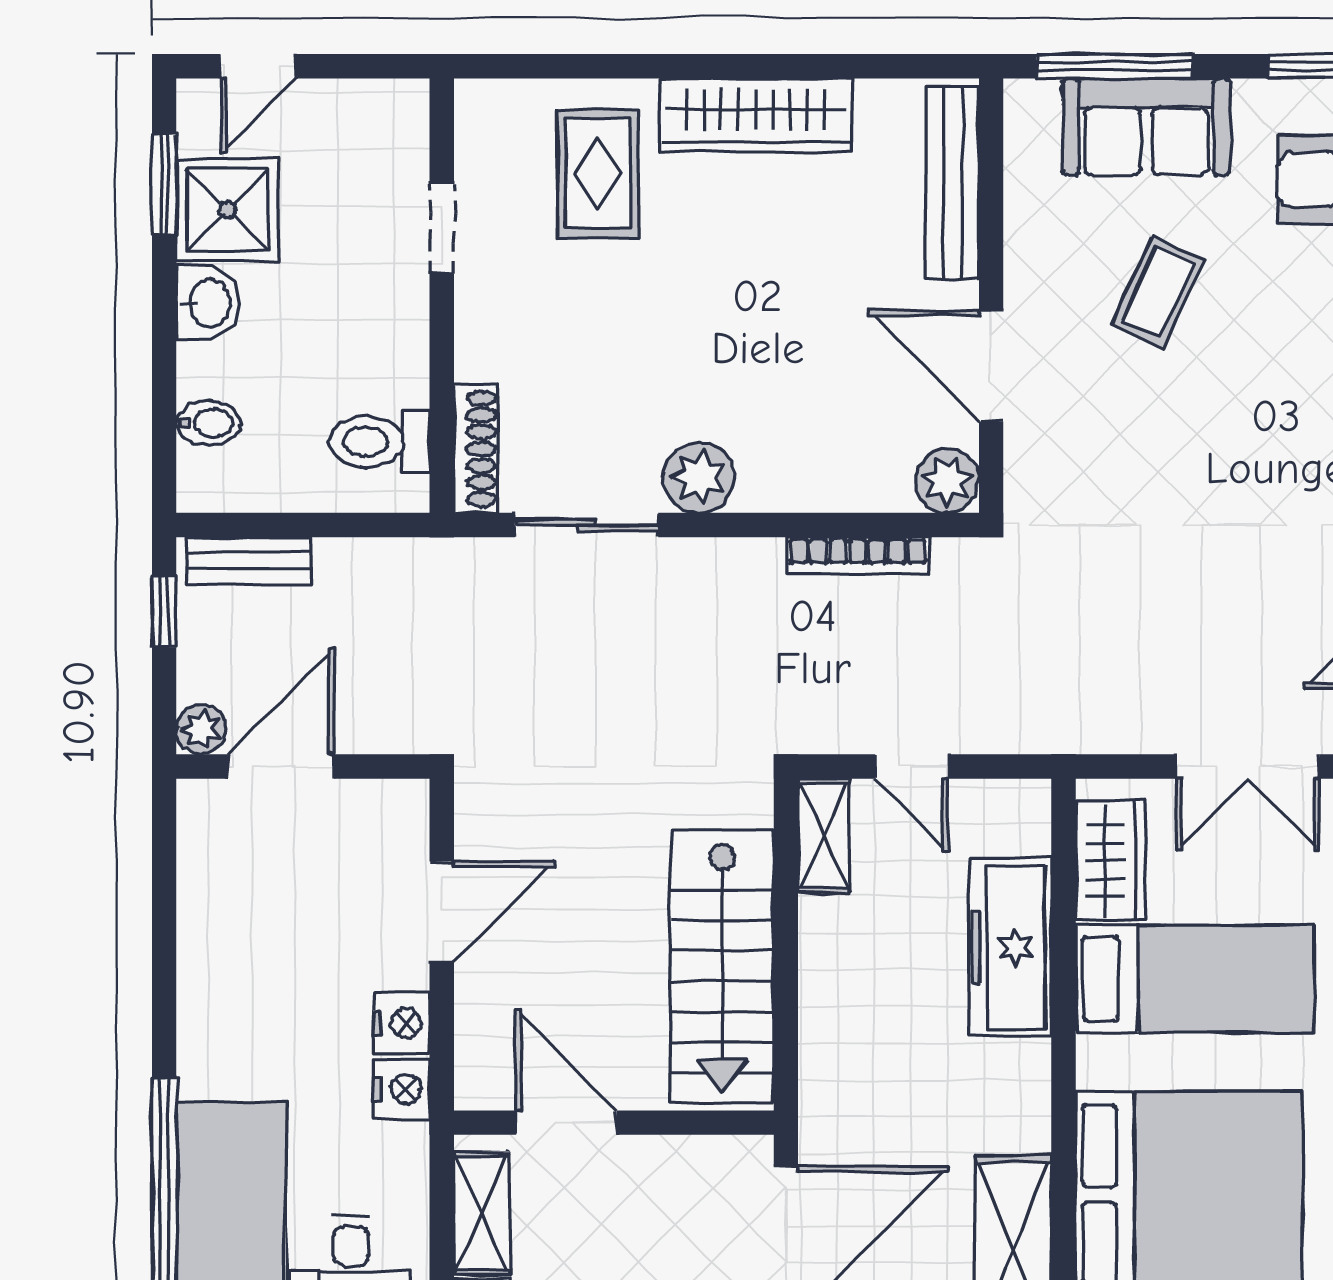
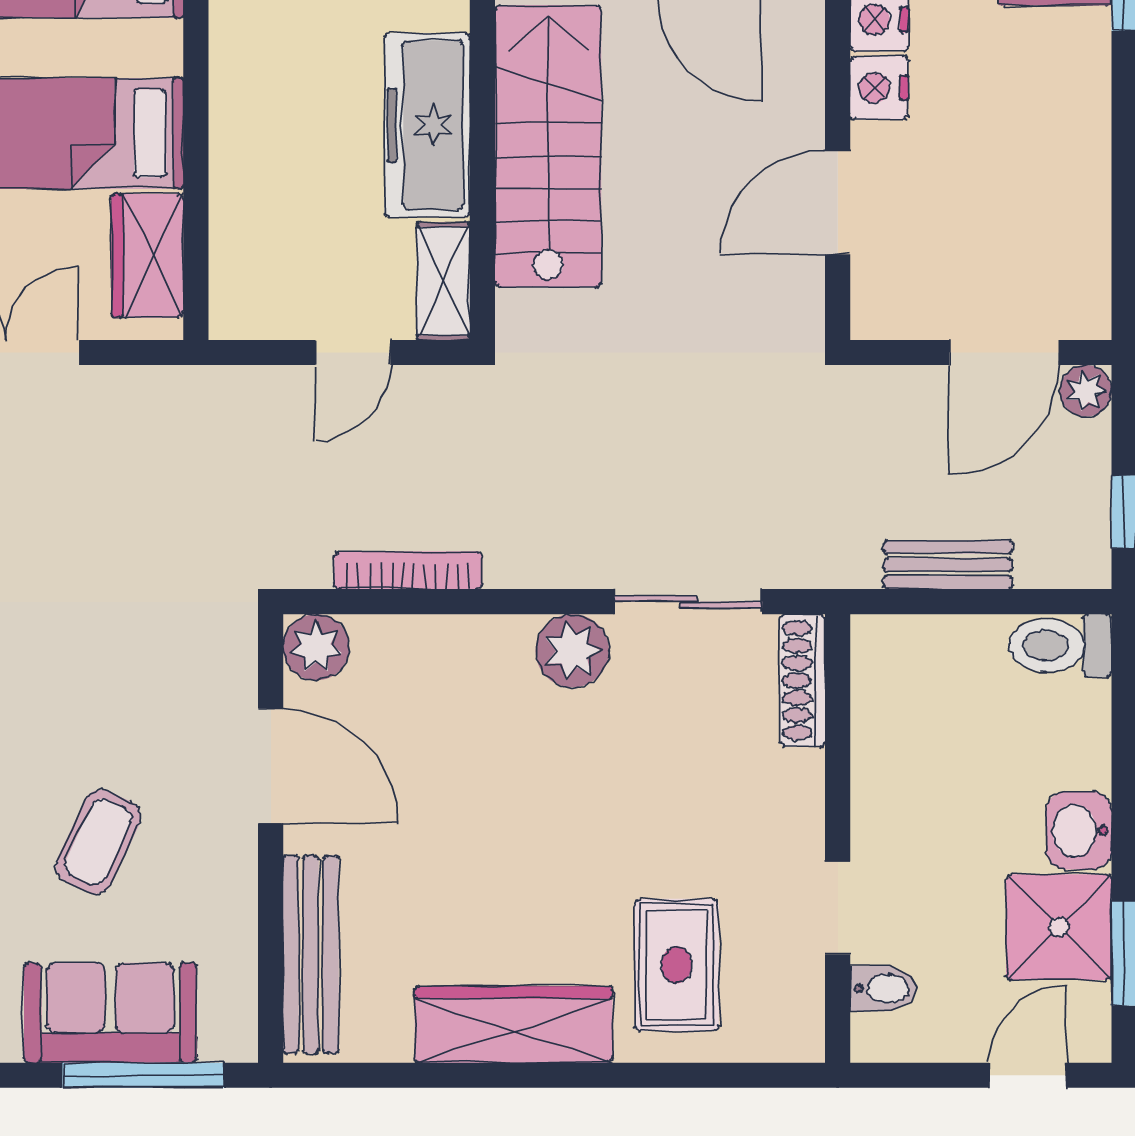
bidet: (208, 423) -> (883, 989), moved, turned 180
toilet: (380, 442) -> (1060, 646), moved, turned 180
bench: (249, 561) -> (948, 565), moved
door: (911, 767) -> (353, 352), swing flipped
freezer: (1010, 947) -> (427, 125), moved, turned 180

